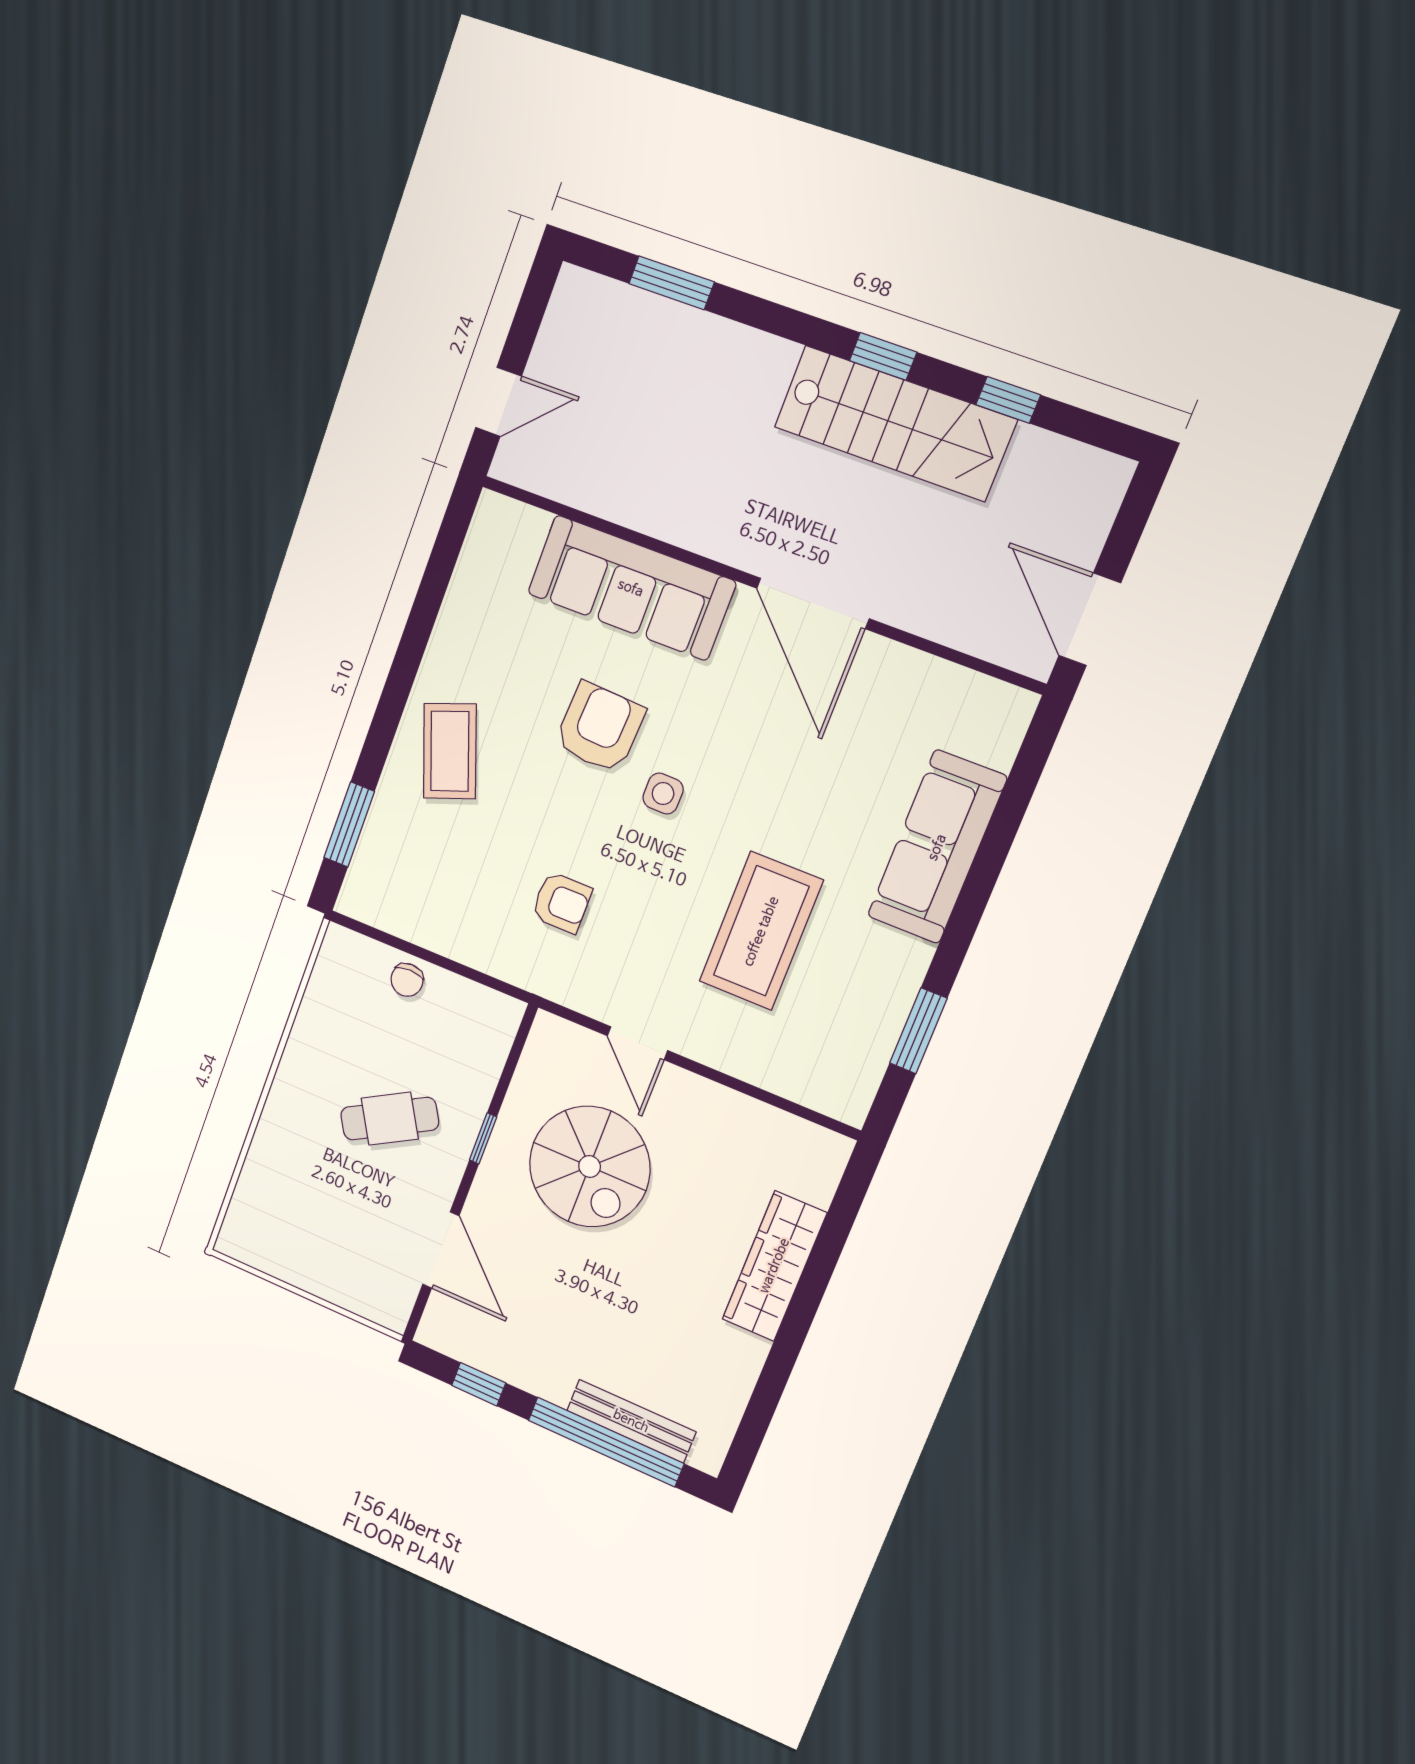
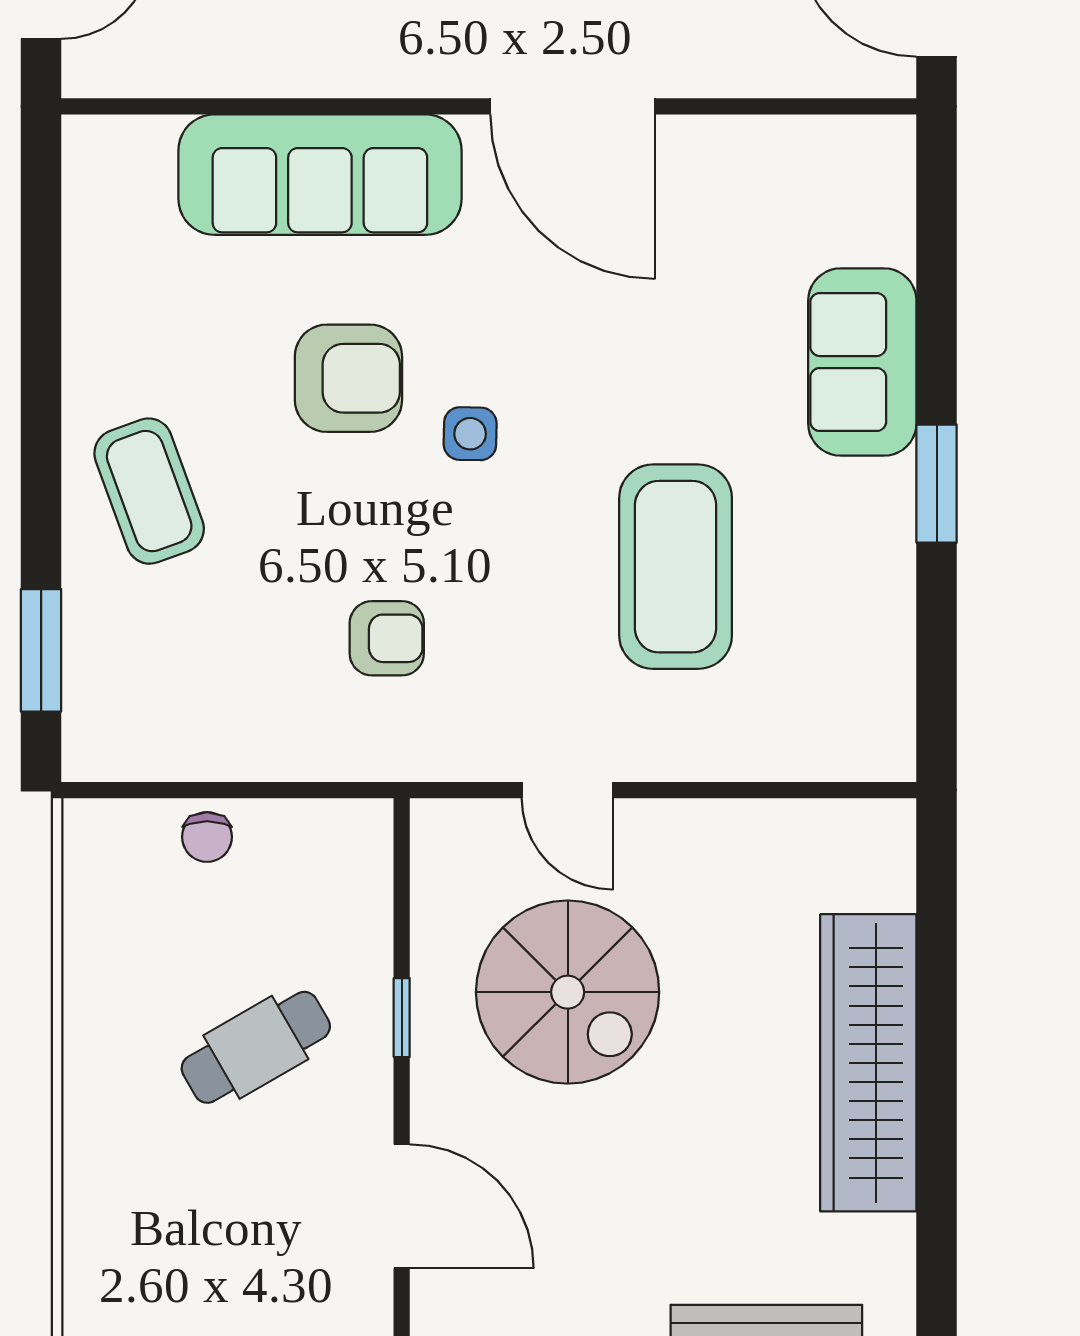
armchair: (600, 728) -> (348, 378), turned 87
sofa: (937, 847) -> (862, 362), width x0.73
window: (918, 1031) -> (937, 484), moved
wardrobe: (774, 1266) -> (868, 1063), width x1.40, depth x1.17

